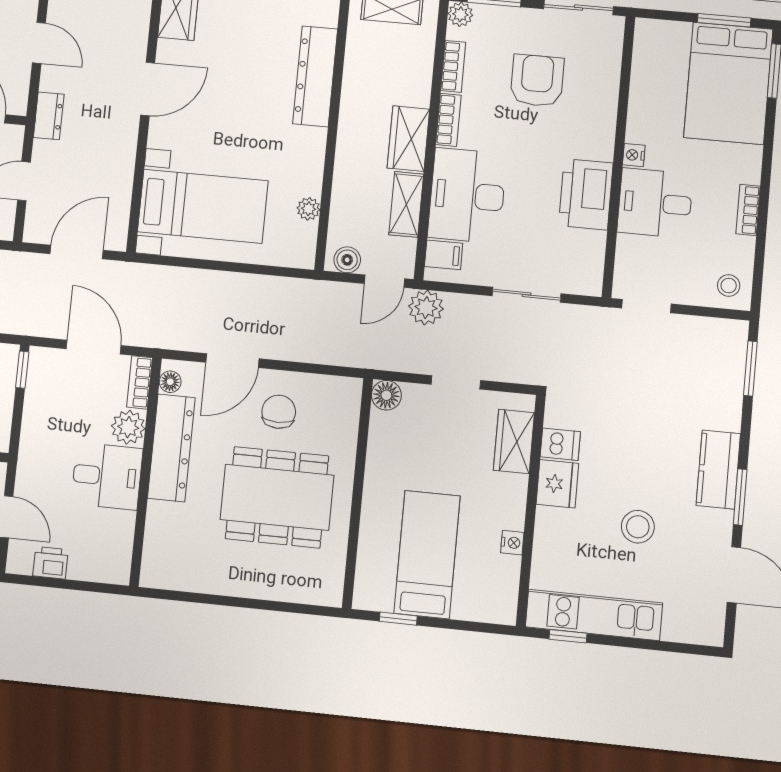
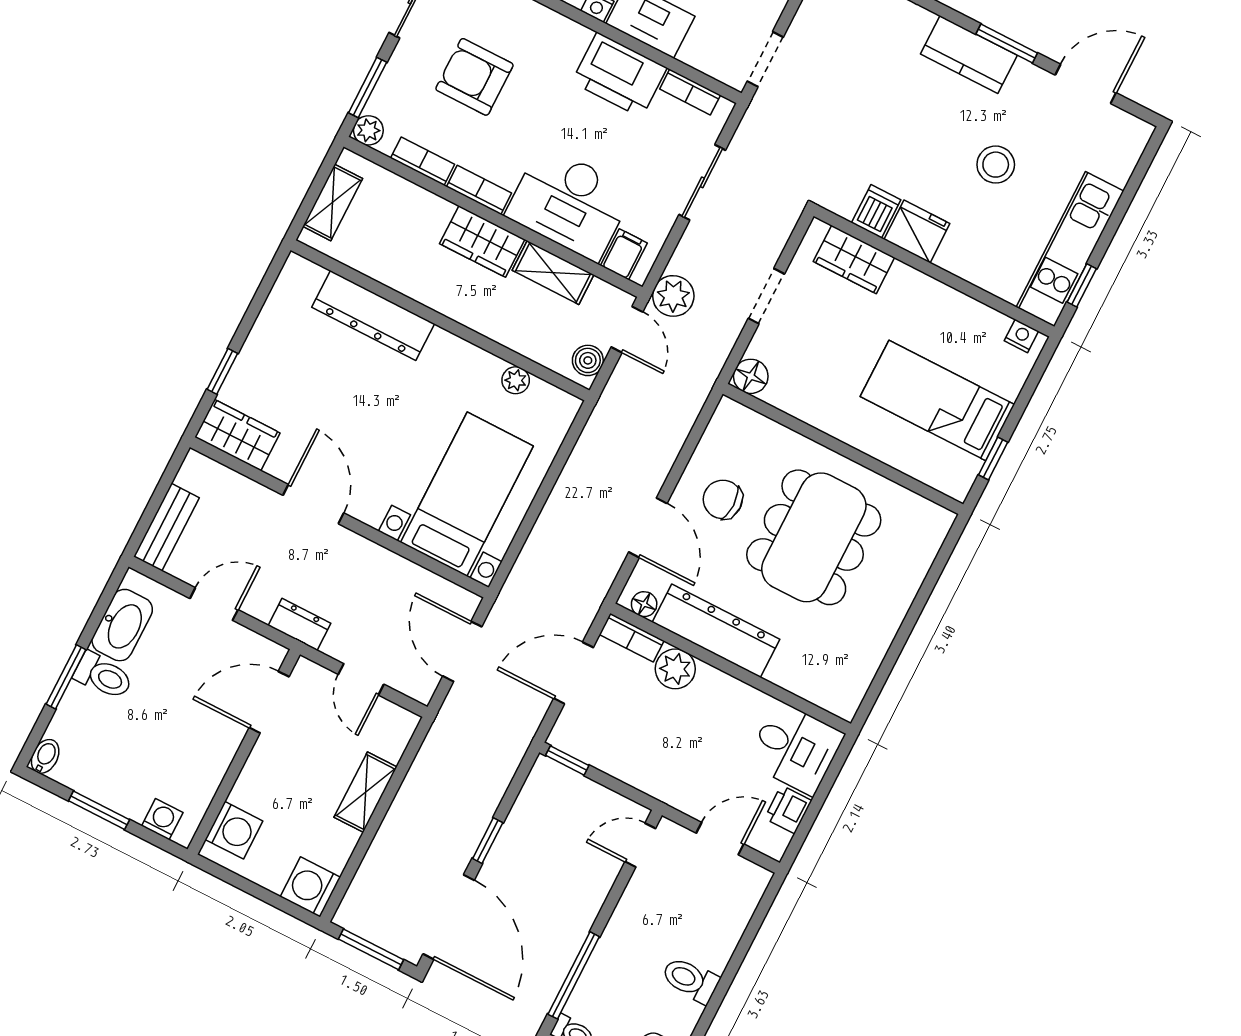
bookcase: (595, 256) -> (690, 92), added
desk: (107, 476) -> (795, 748), moved, turned 90
nightstand: (512, 543) -> (1021, 336), moved

